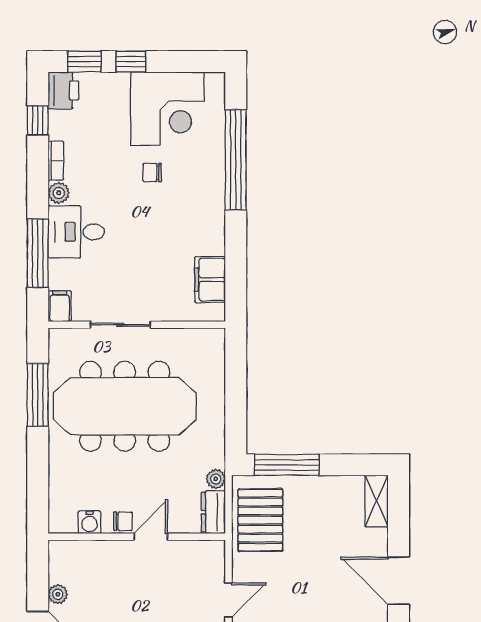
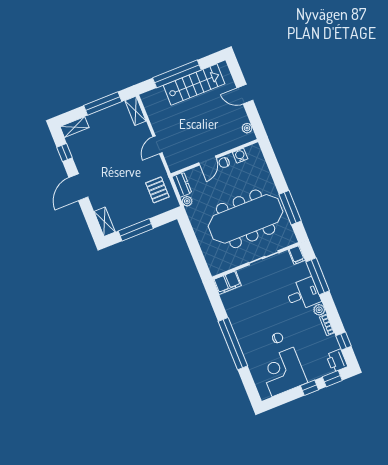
window: (236, 160) -> (233, 344), moved
filing cabinet: (210, 280) -> (227, 283), moved, turned 90
window: (287, 465) -> (136, 230), moved
pallet: (260, 520) -> (157, 190), width x0.67, depth x0.71
door: (399, 581) -> (78, 187), swing flipped
plant: (58, 594) -> (247, 128), moved

